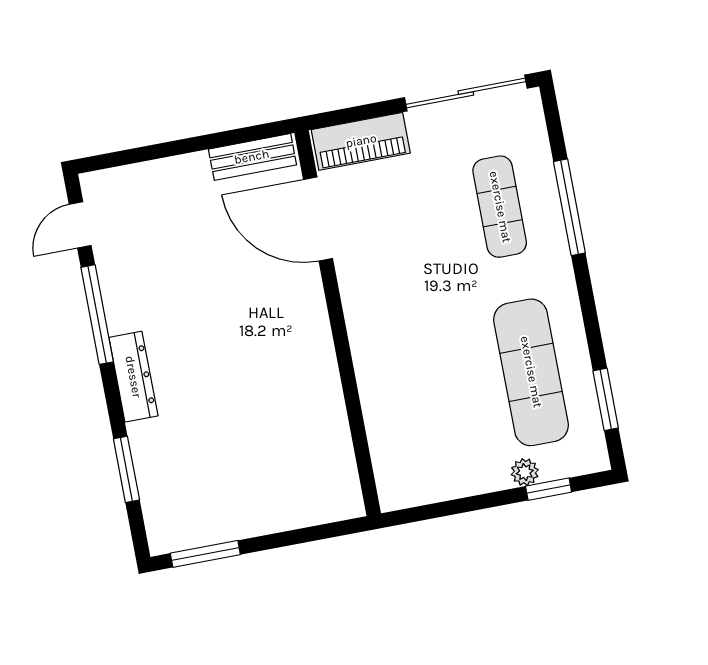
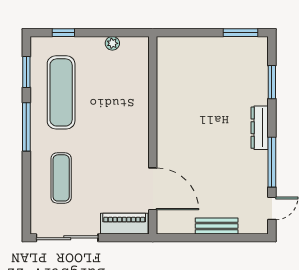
bench: (252, 157) -> (217, 226), moved
window: (569, 207) -> (26, 127), moved
plant: (525, 472) -> (112, 43), moved

